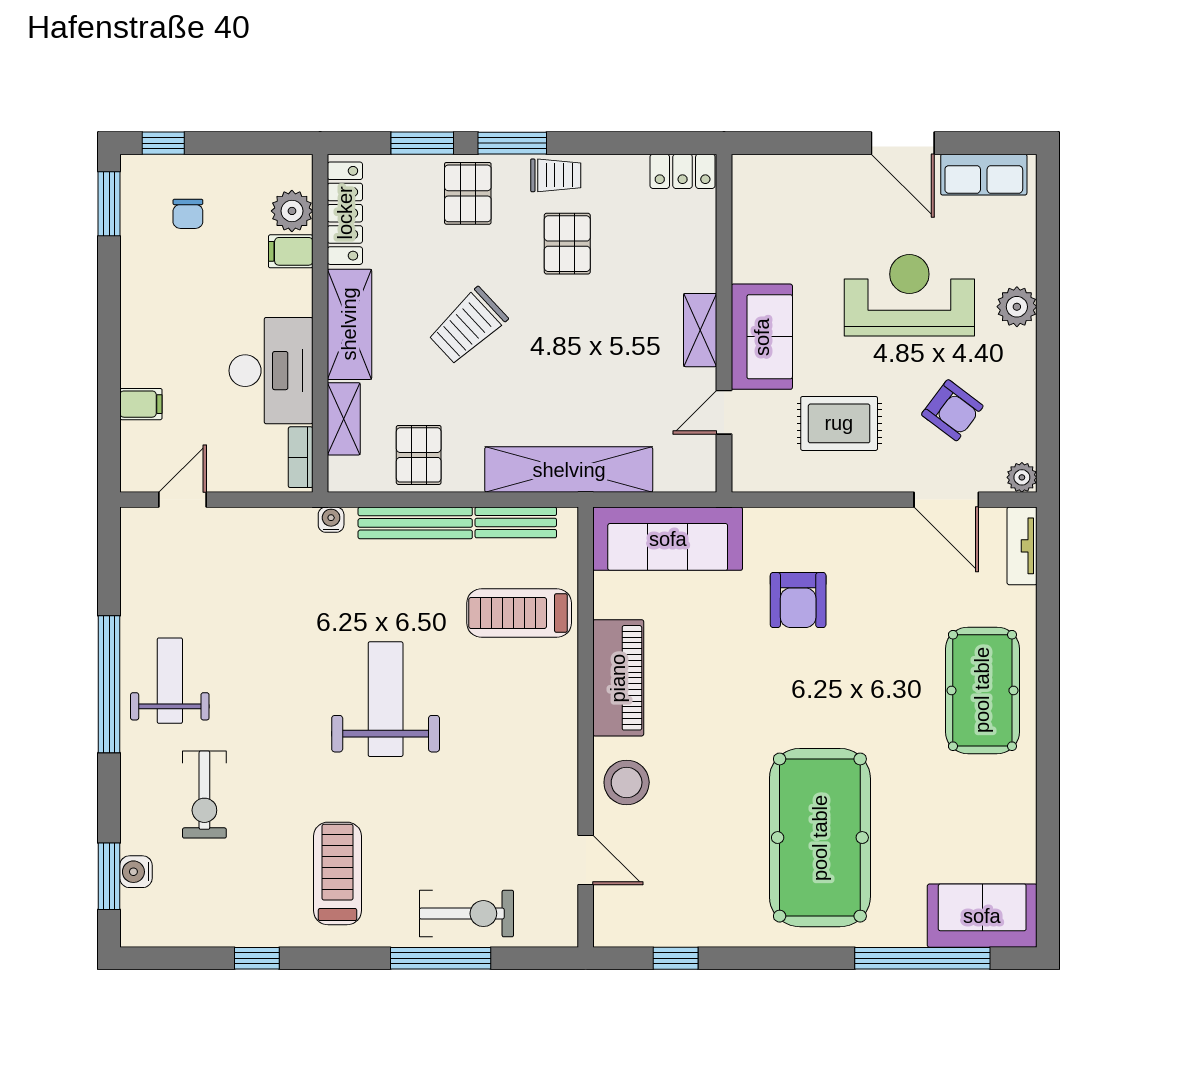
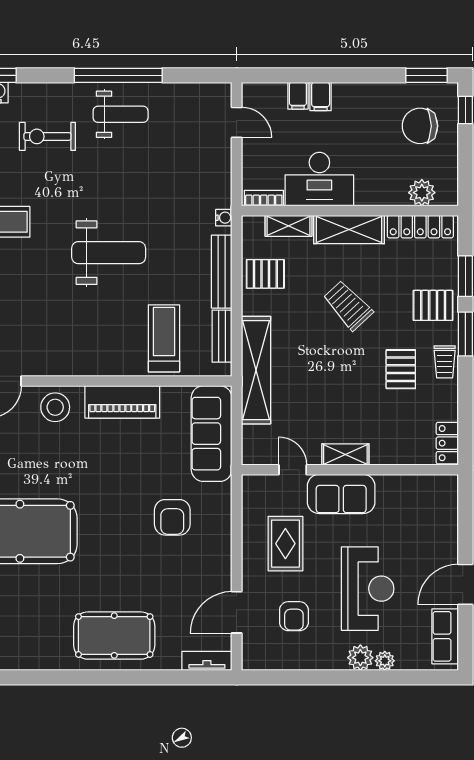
chair: (188, 214) -> (420, 126), width x1.87, depth x1.87
pallet: (567, 244) -> (401, 369), turned 90
filing cabinet: (291, 251) -> (321, 96), moved, turned 180
armchair: (952, 410) -> (294, 616), turned -37
plant: (1022, 477) -> (385, 661), moved
armchair: (798, 600) -> (172, 517), turned -90

